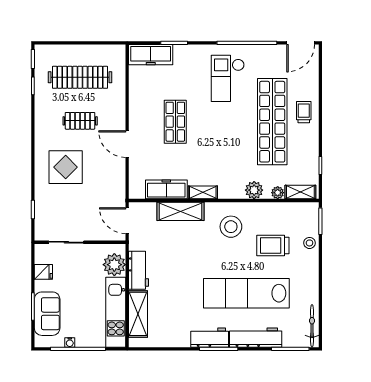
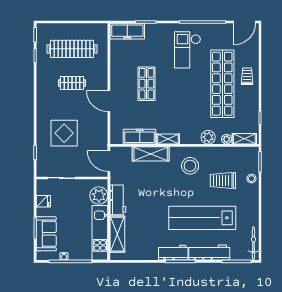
display table: (66, 167) -> (64, 133), moved

